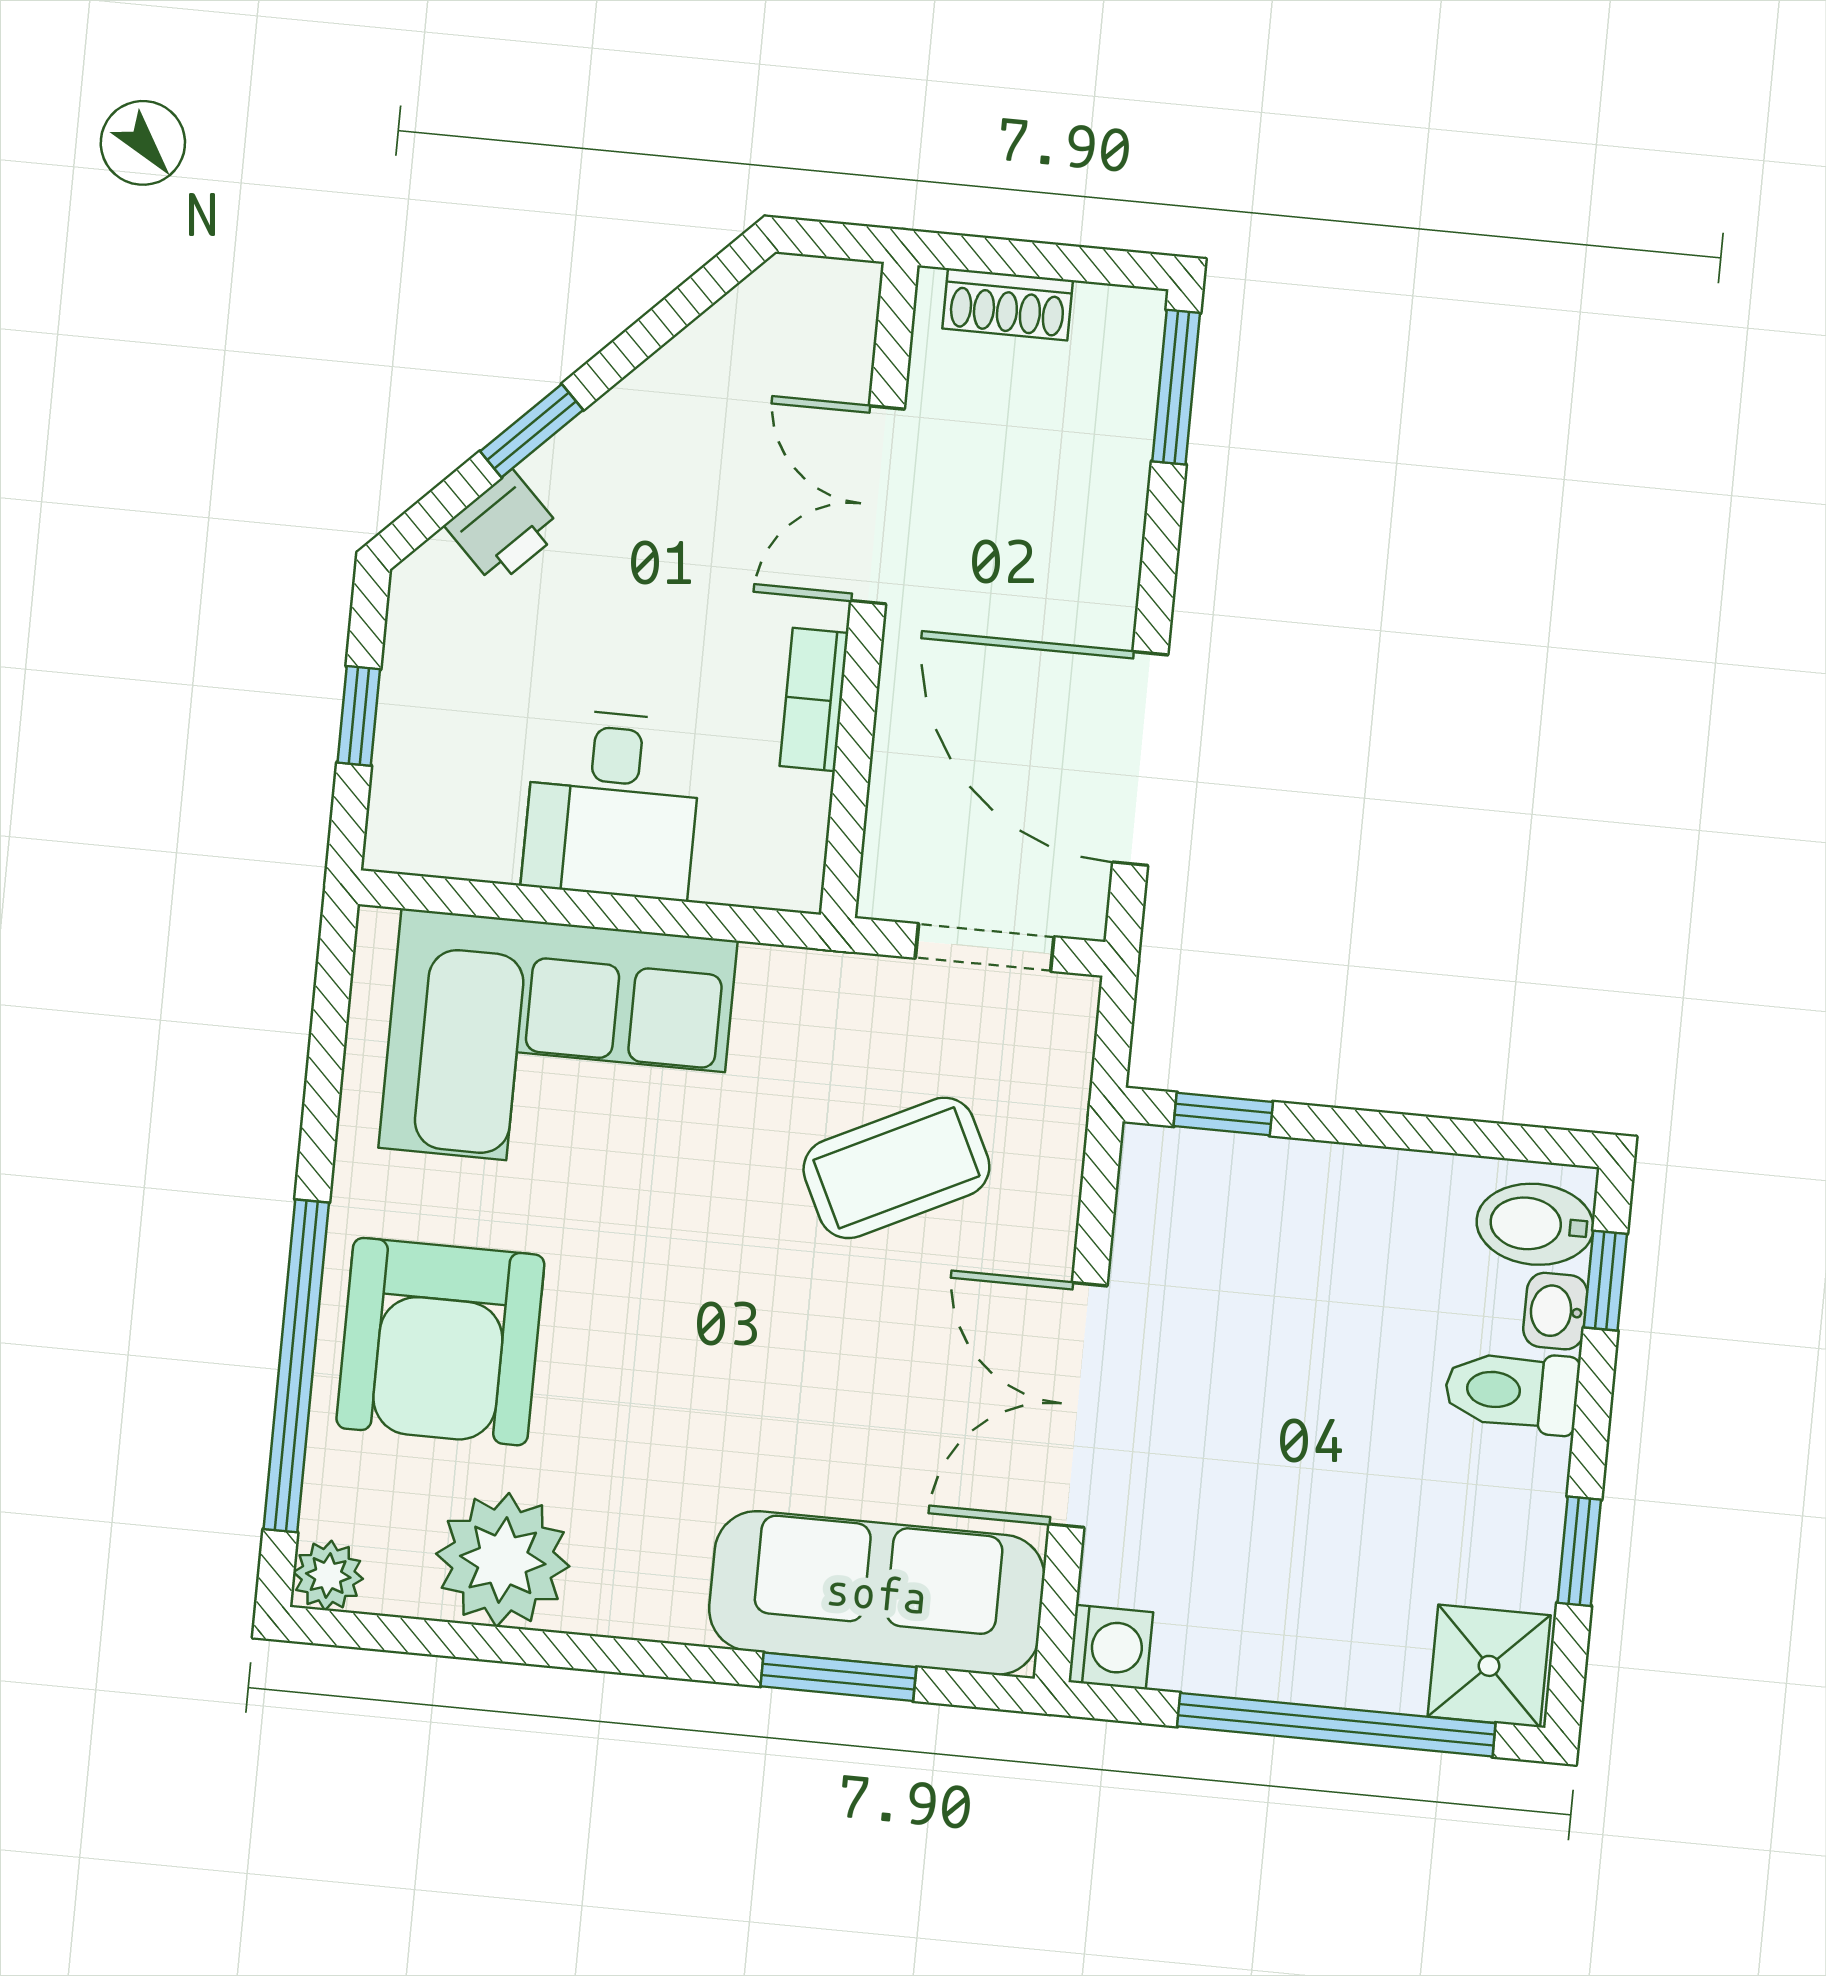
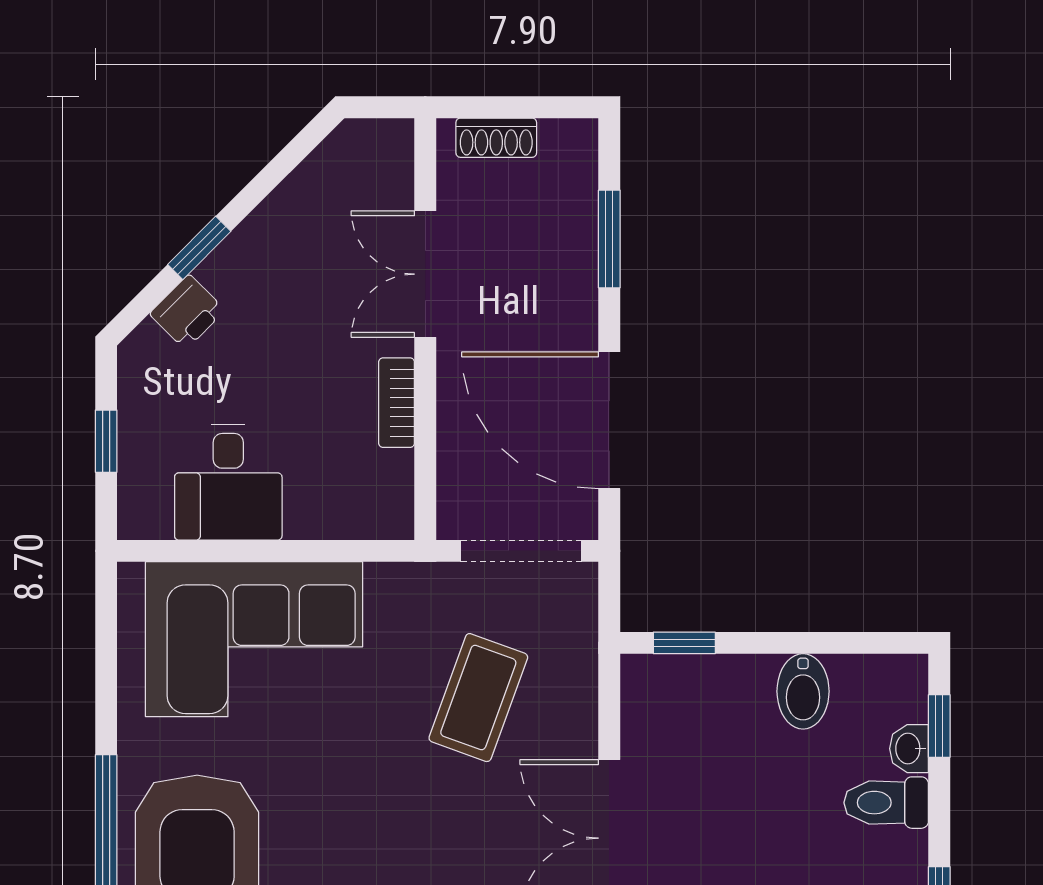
window: (1176, 387) -> (609, 239), moved
desk: (612, 804) -> (228, 482), moved
doorway: (985, 947) -> (521, 551), width x1.38
coffee table: (896, 1168) -> (478, 698), turned -44
bidet: (1535, 1224) -> (803, 691), moved, turned -90

